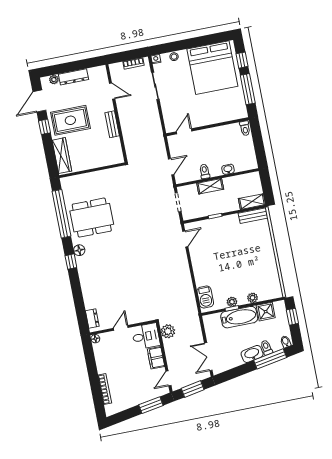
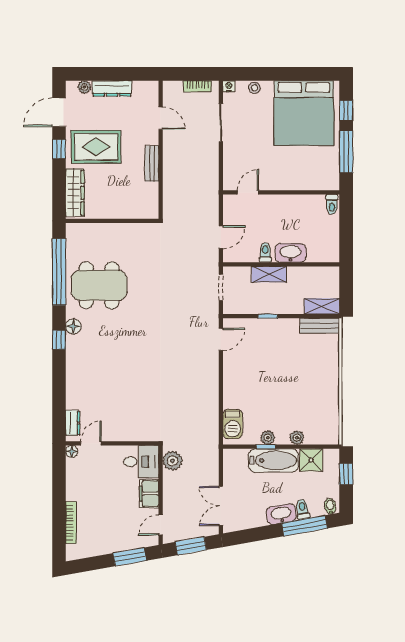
washbasin: (228, 169) -> (290, 253), width x1.91, depth x1.45
door: (121, 328) -> (91, 443), moved

